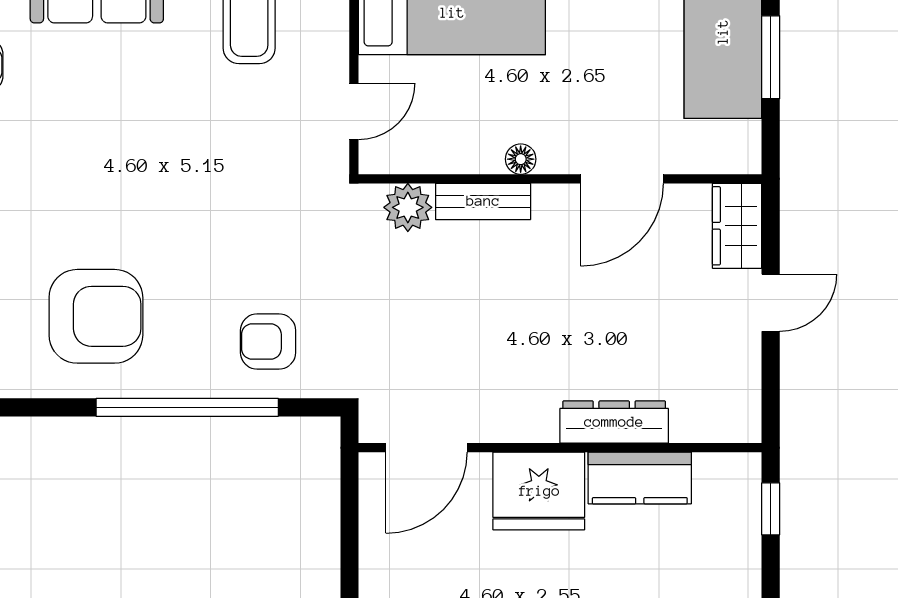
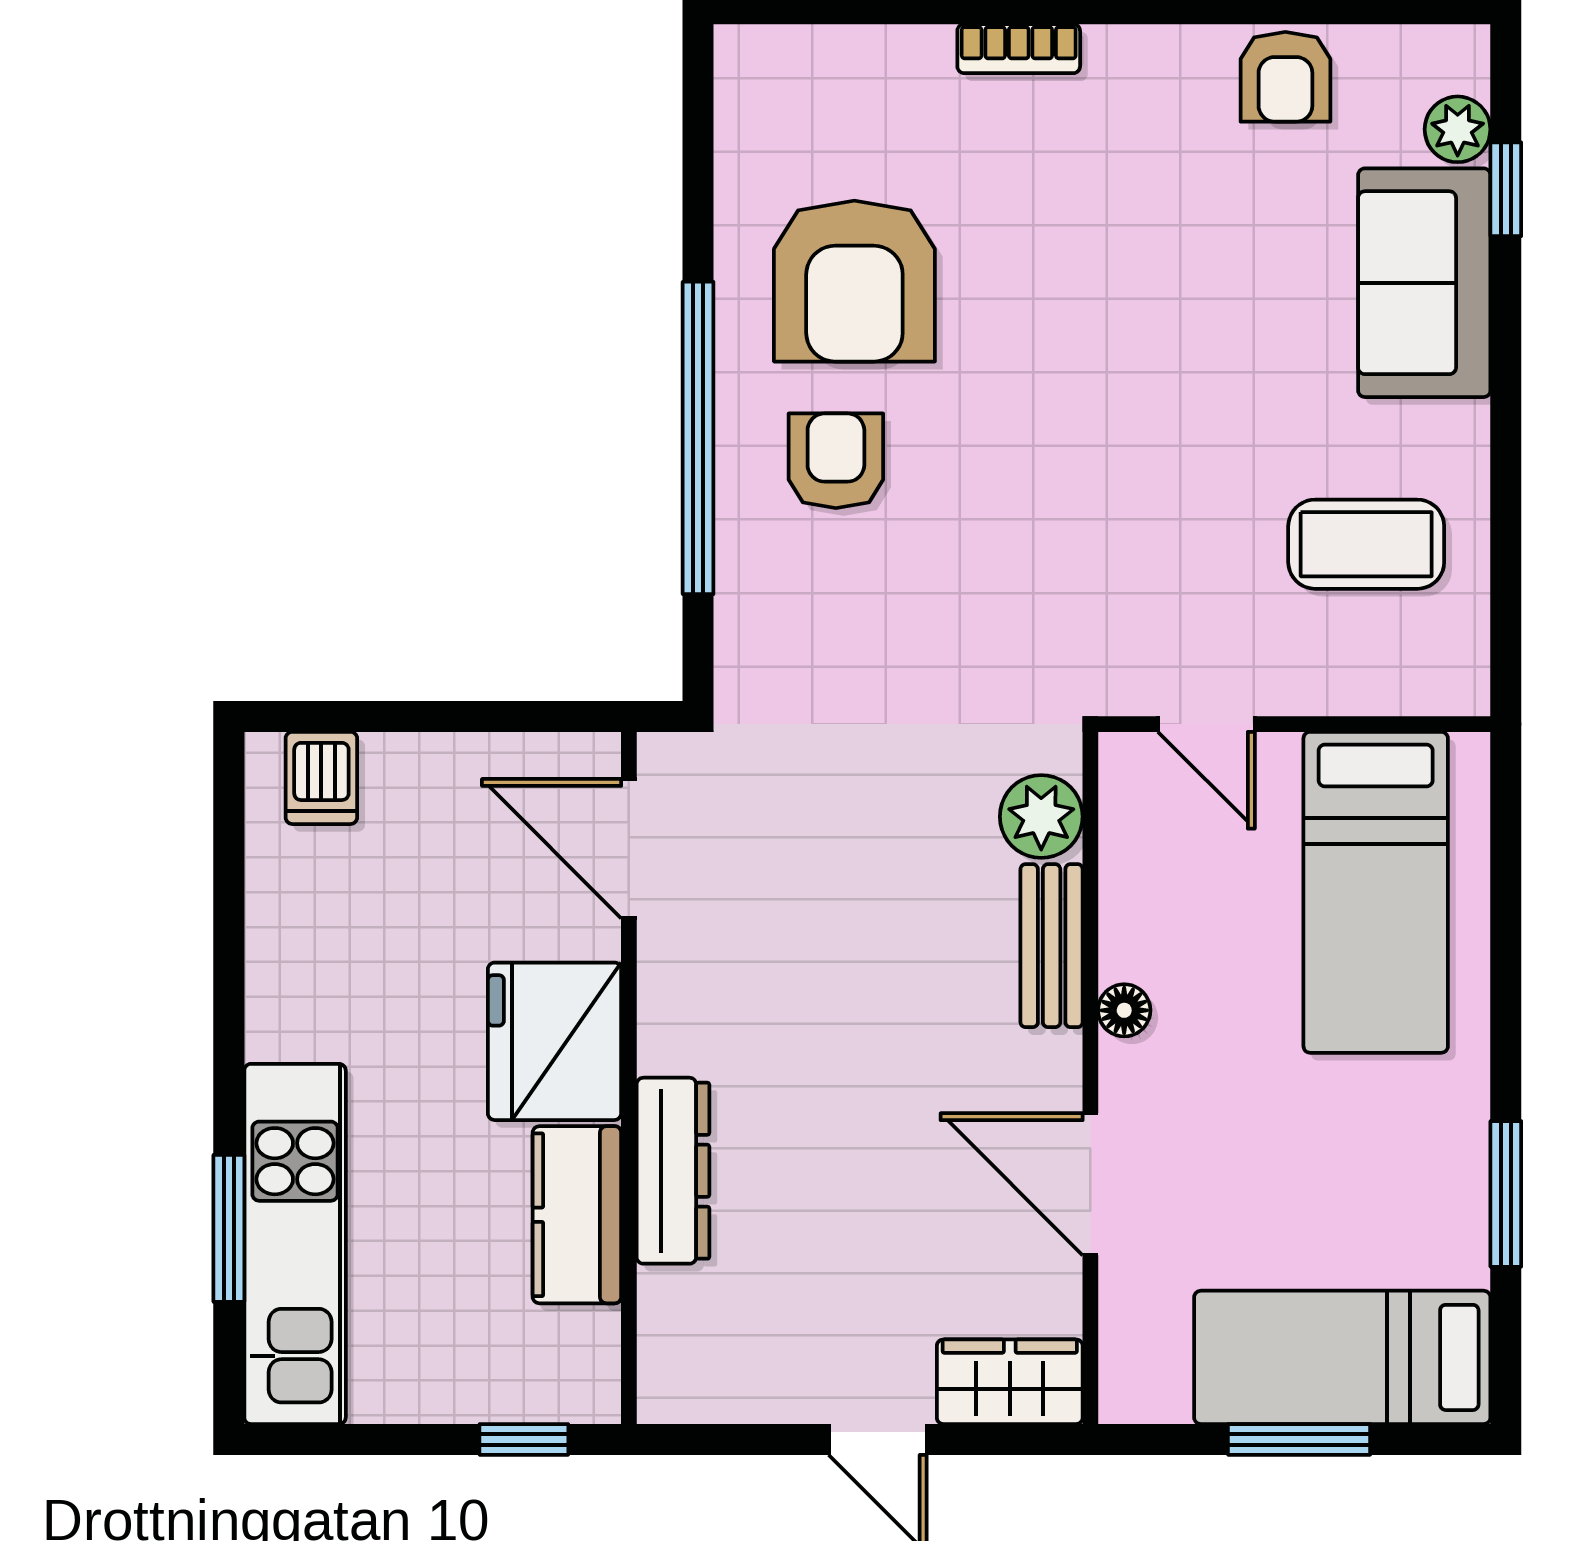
armchair: (268, 342) -> (836, 461), moved

